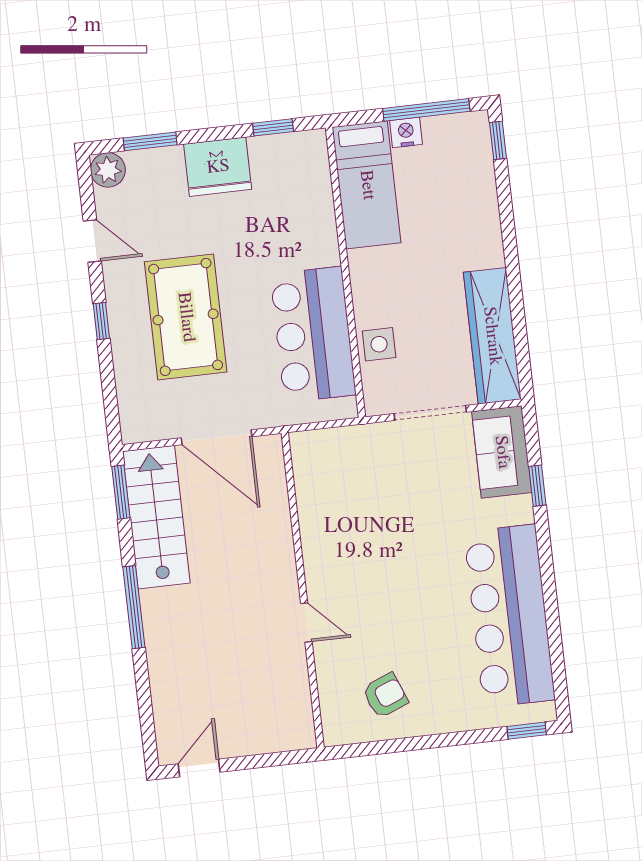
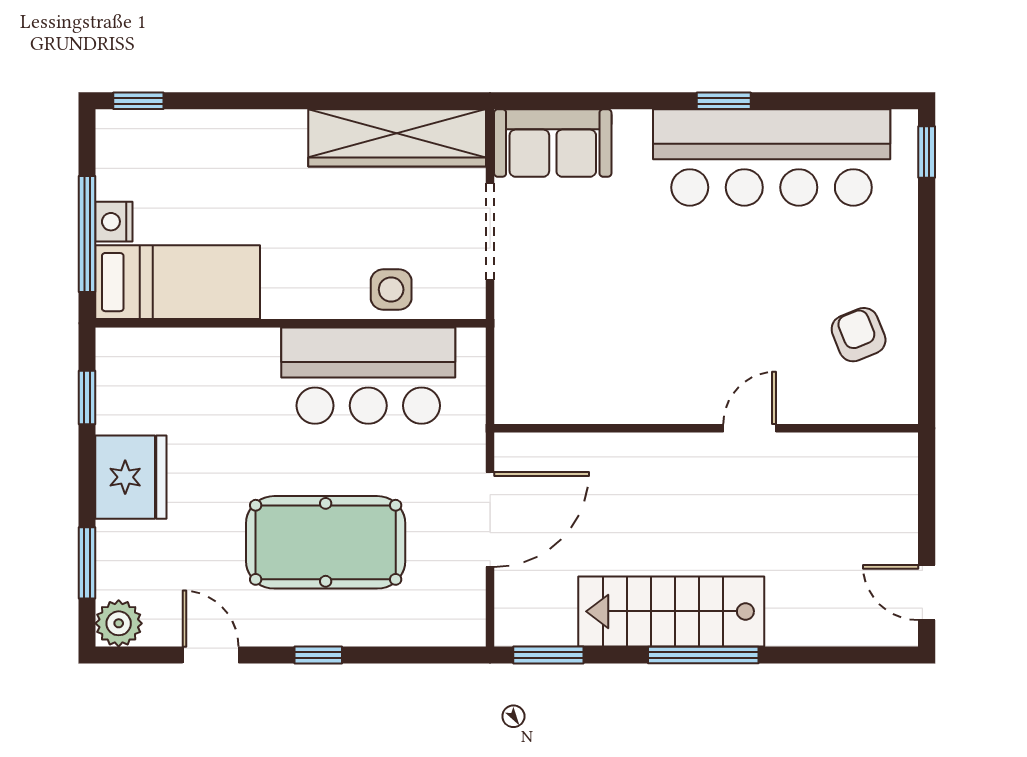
window: (426, 110) -> (87, 234), moved
door: (92, 241) -> (211, 655), hinge flipped
window: (537, 486) -> (724, 101), moved
stairs: (156, 517) -> (671, 611), moved

